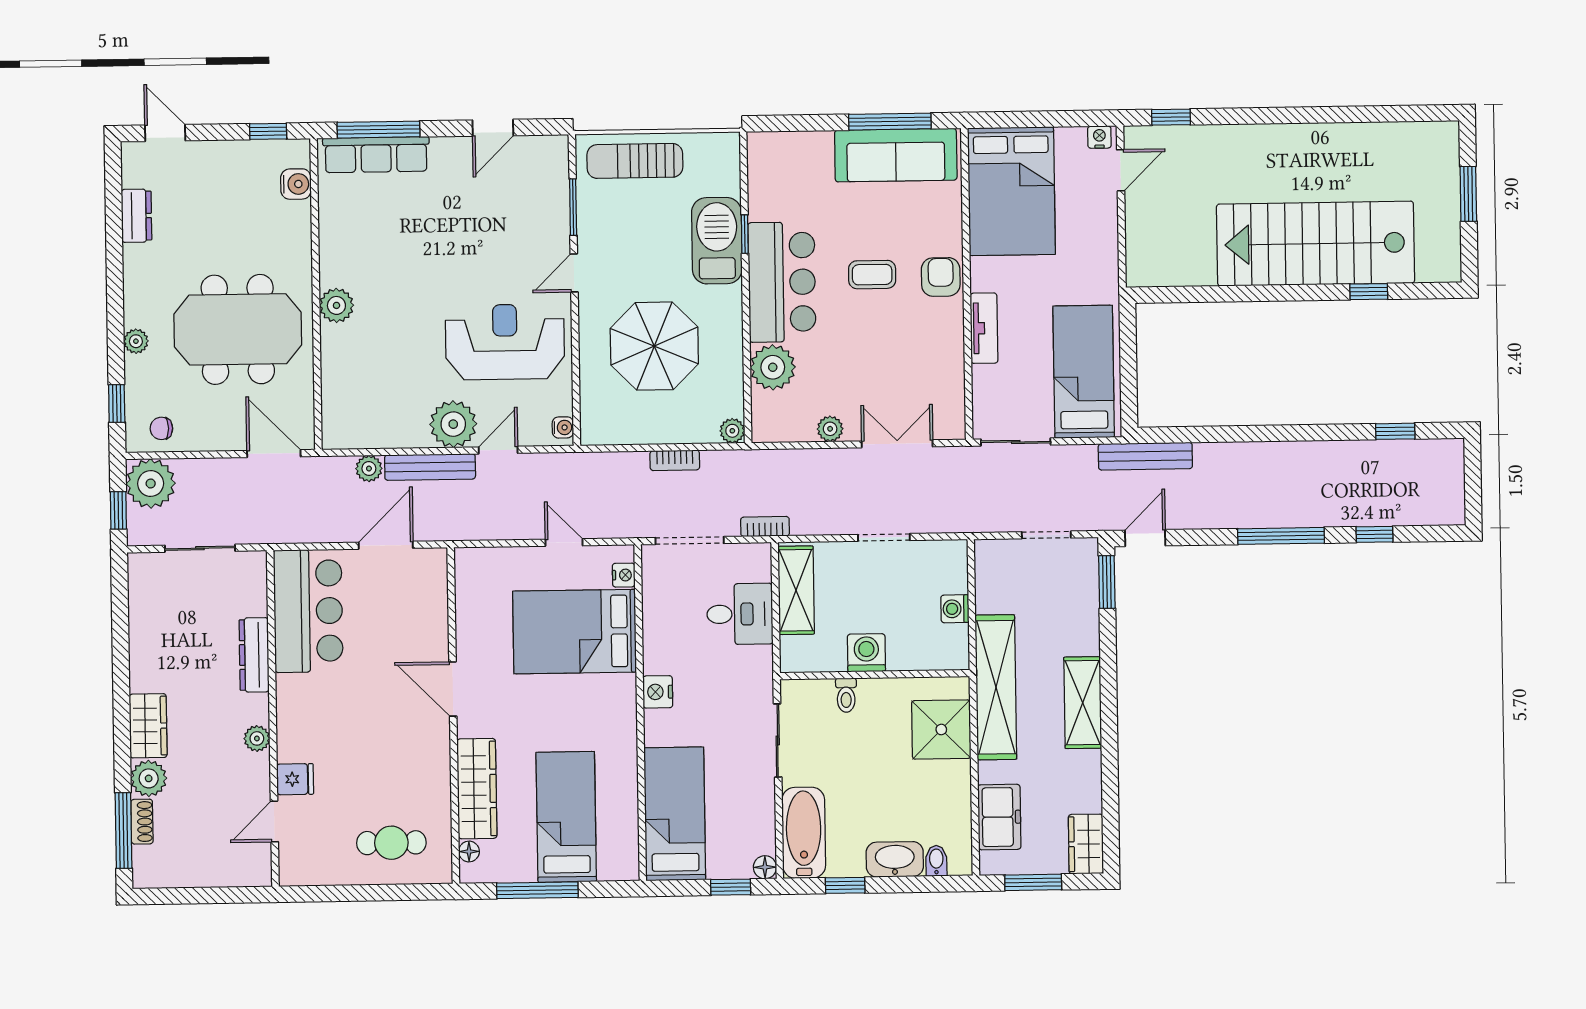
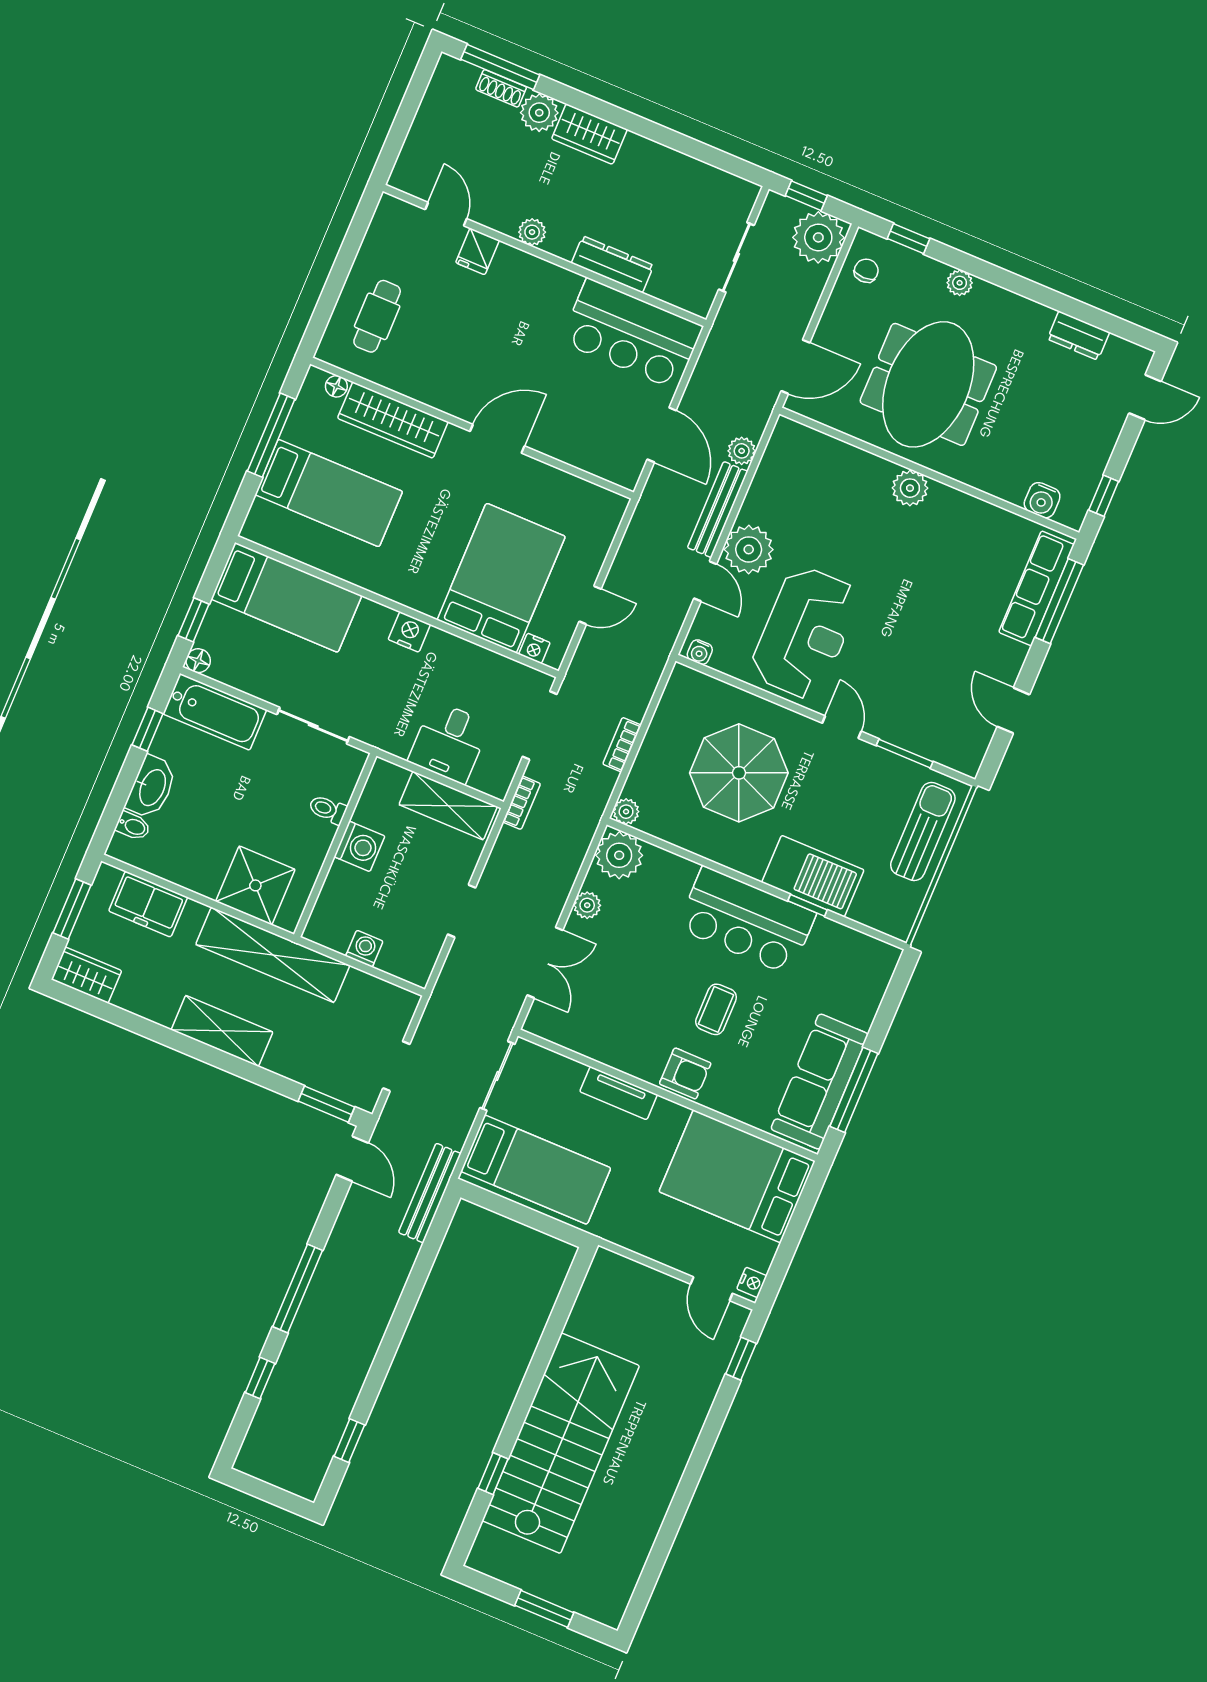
plant: (773, 367) -> (619, 855), moved

